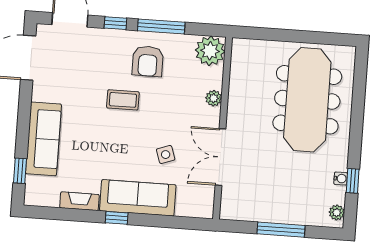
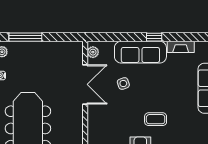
plant: (214, 98) -> (93, 52), moved
window: (281, 230) -> (25, 37), moved

